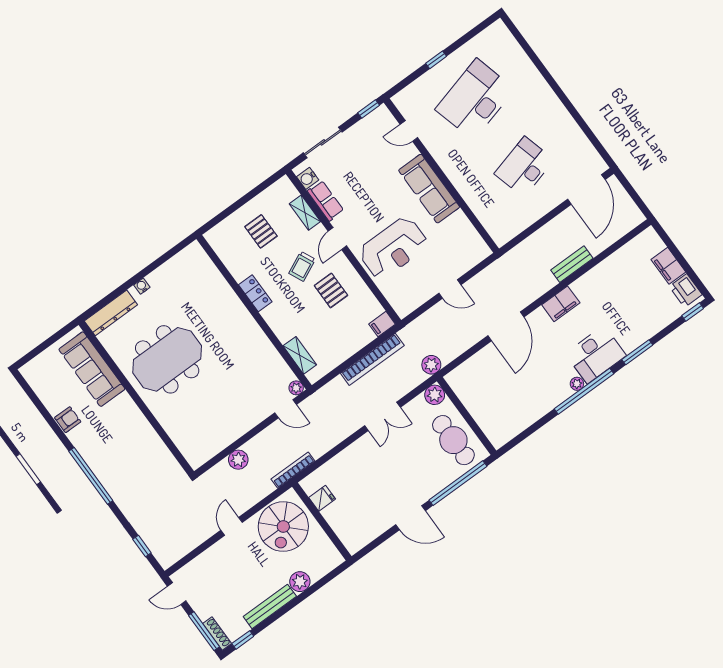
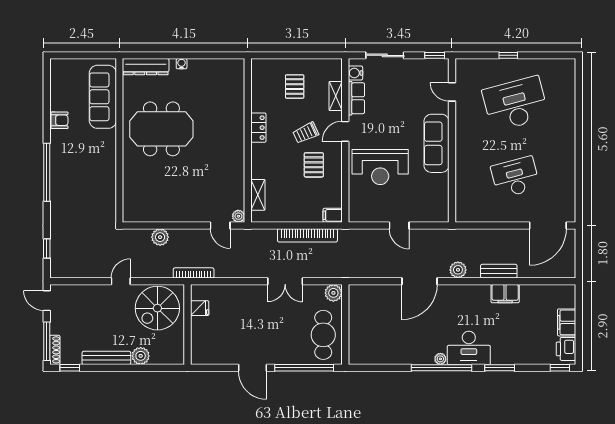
filing cabinet: (561, 304) -> (505, 294), moved
plant: (431, 365) -> (458, 270), moved

